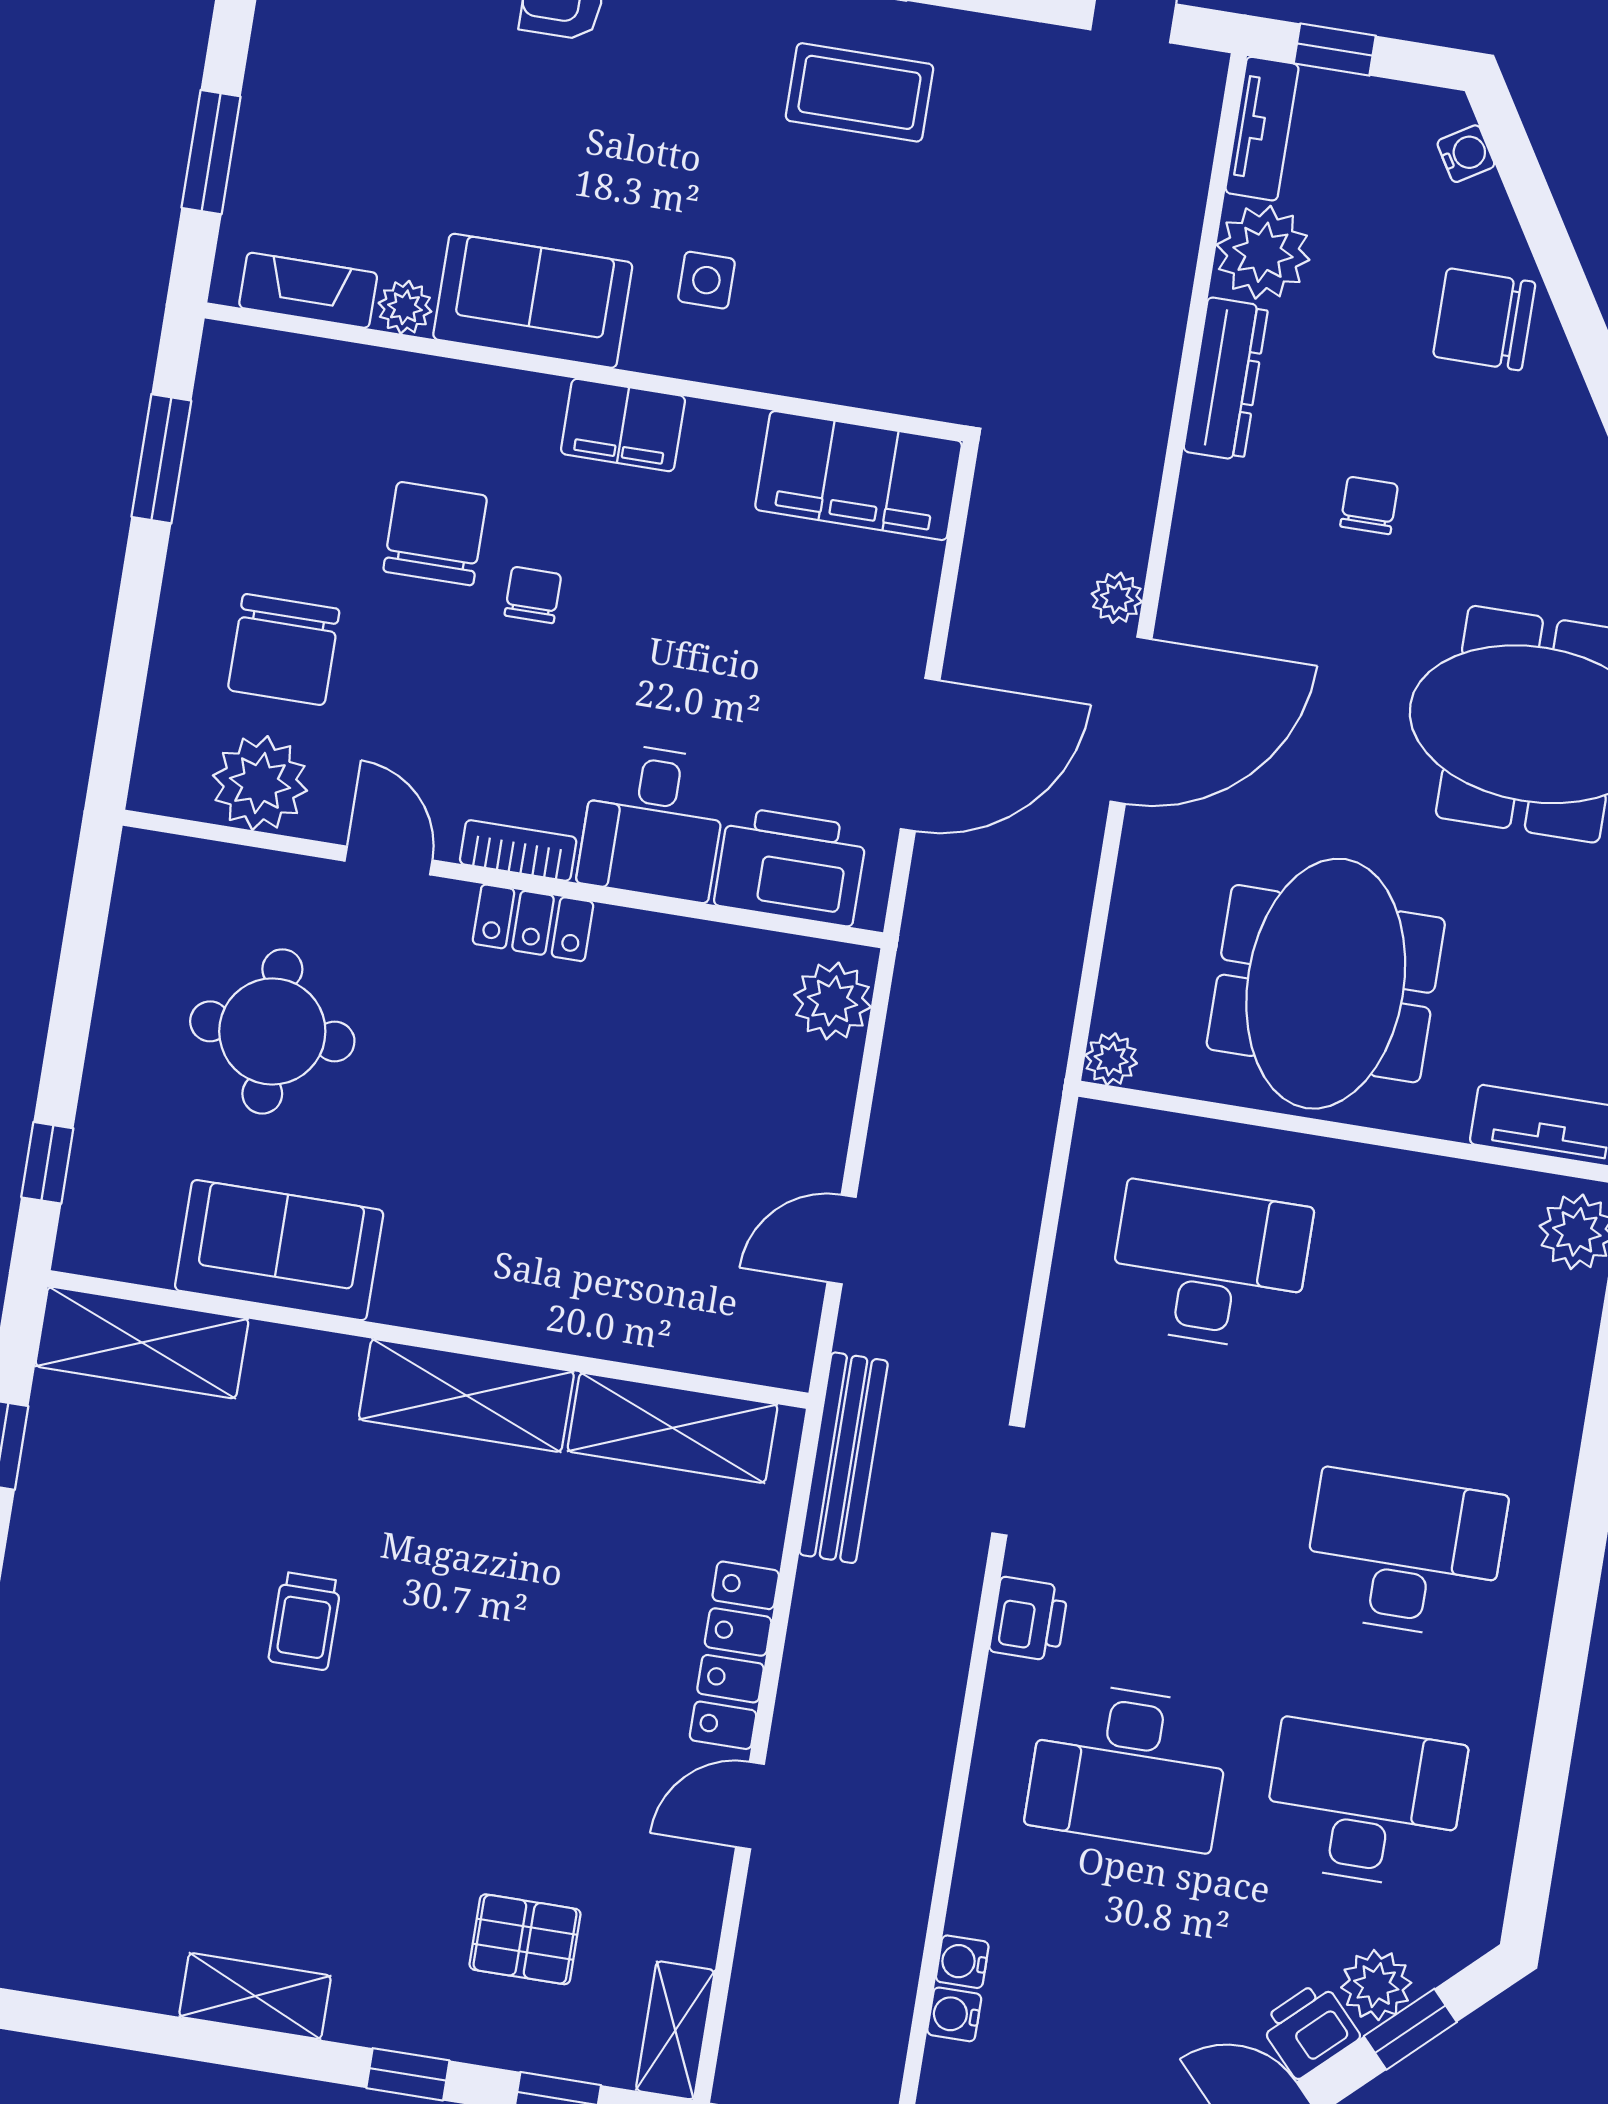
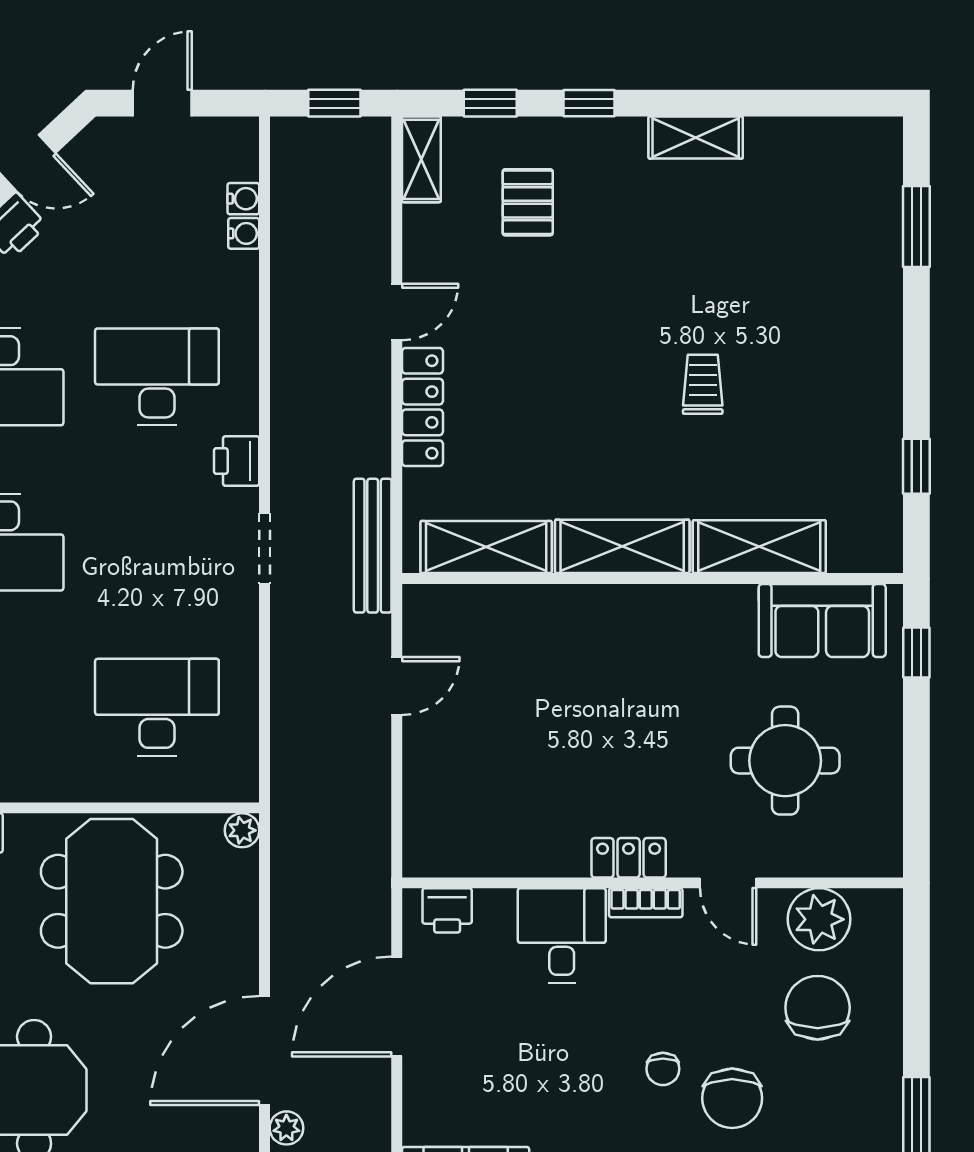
printer: (791, 866) -> (447, 910), width x0.53, depth x0.68
plant: (833, 1001) -> (428, 839), removed
sofa: (279, 1250) -> (822, 620), moved
desk: (1210, 1266) -> (157, 707), turned 180
shelving: (142, 1343) -> (759, 547), moved
pallet: (525, 1939) -> (528, 202), turned 90

